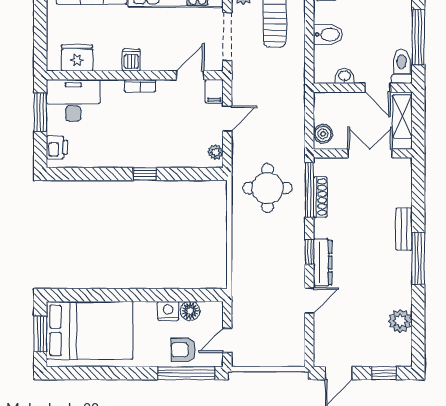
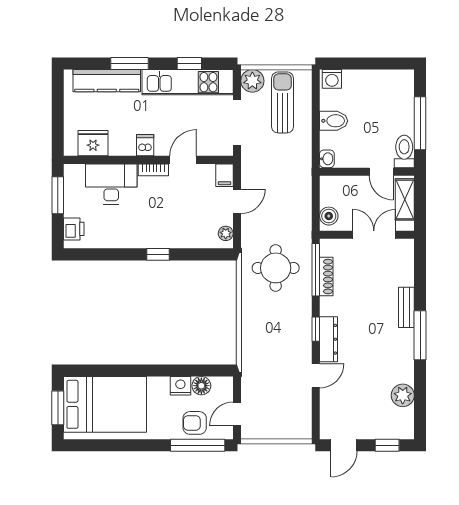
door: (190, 75) -> (183, 160), moved
washbasin: (345, 76) -> (327, 159), moved, turned 90
desk: (73, 100) -> (111, 184), moved

